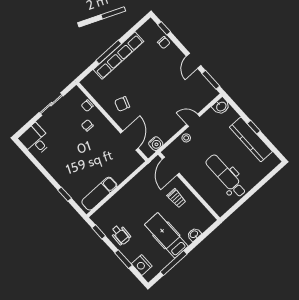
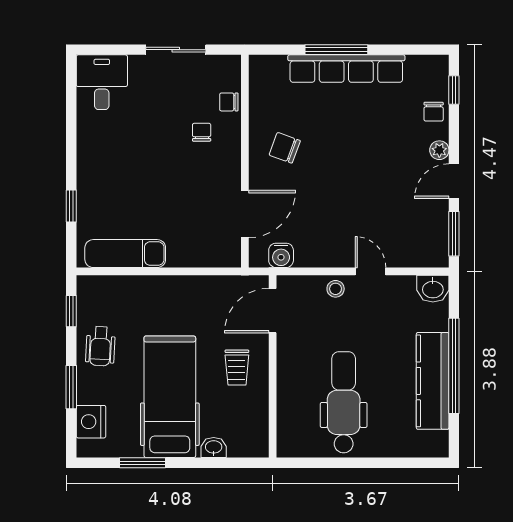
plant: (178, 55) -> (439, 150), added
window: (254, 127) -> (454, 366), width x3.17
hospital bed: (166, 235) -> (170, 397), width x1.37, depth x1.29
window: (174, 263) -> (142, 463), width x0.69

